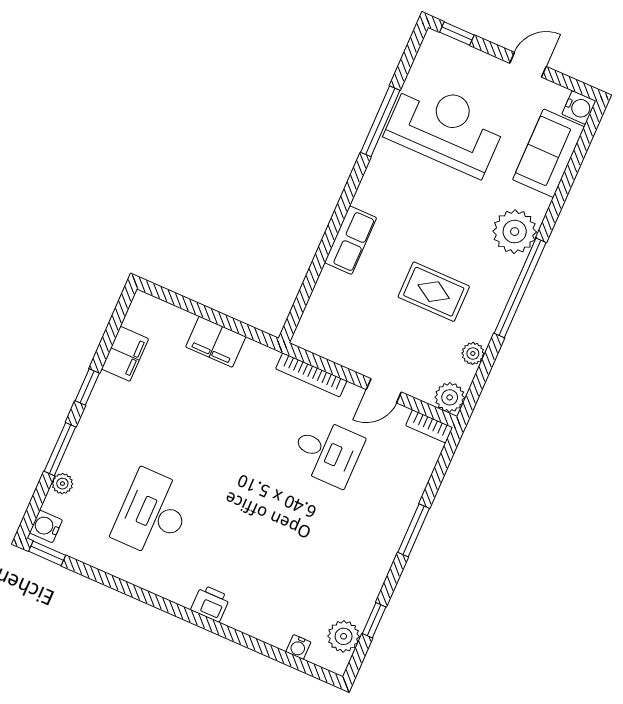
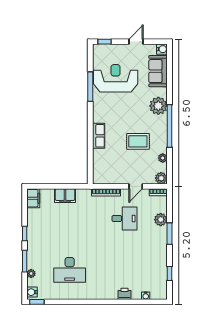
filing cabinet: (125, 354) -> (33, 198), moved
desk: (153, 514) -> (70, 270), turned -90
printer: (210, 603) -> (124, 294), moved
plant: (344, 636) -> (161, 220), moved

